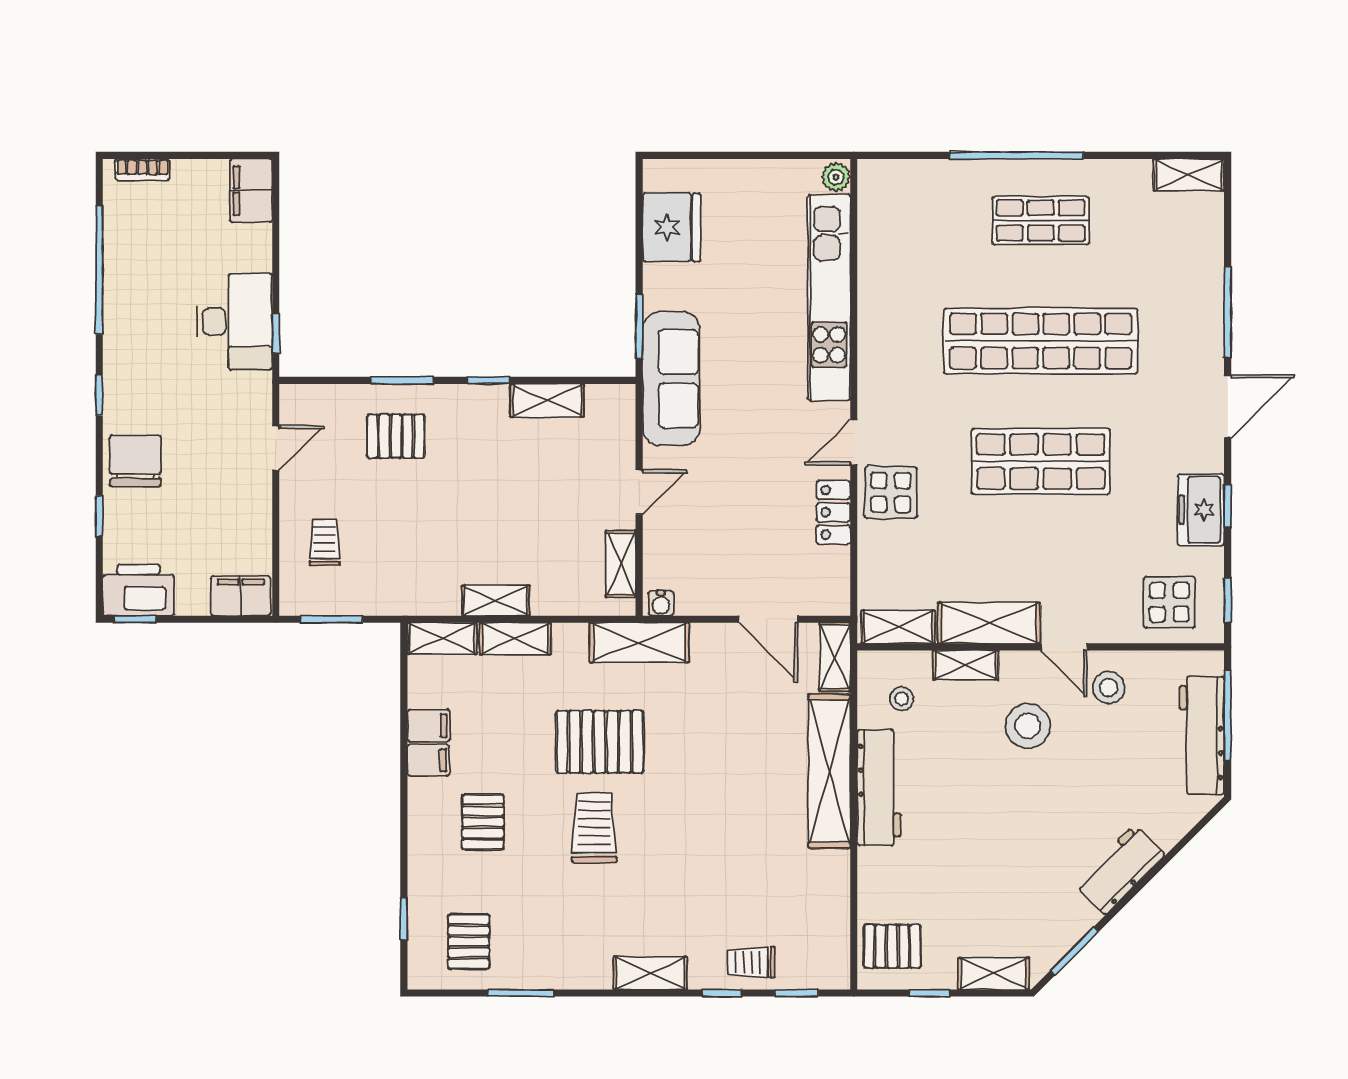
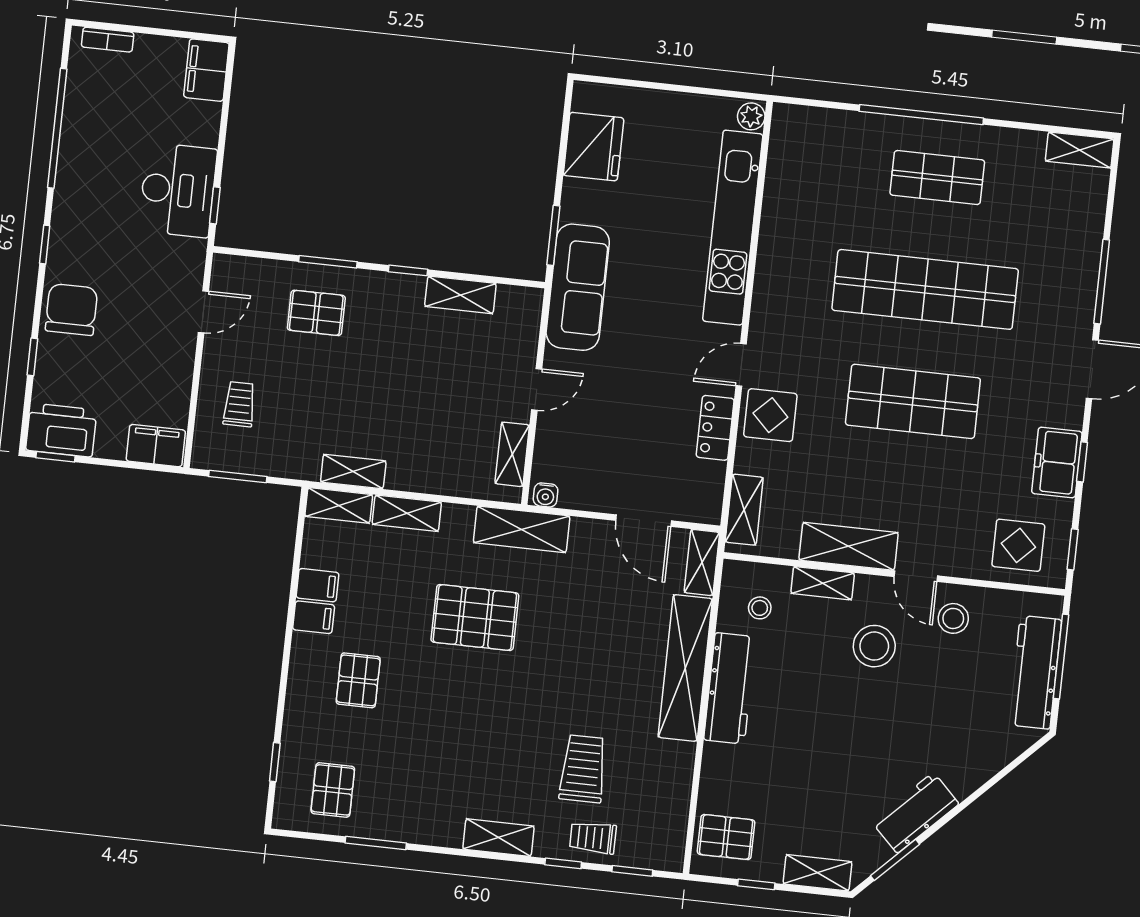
shelving: (496, 601) -> (353, 472), moved
shelving: (898, 627) -> (744, 510), moved, turned 90
trolley: (594, 828) -> (583, 769), moved
workbench: (1120, 870) -> (915, 813), moved

